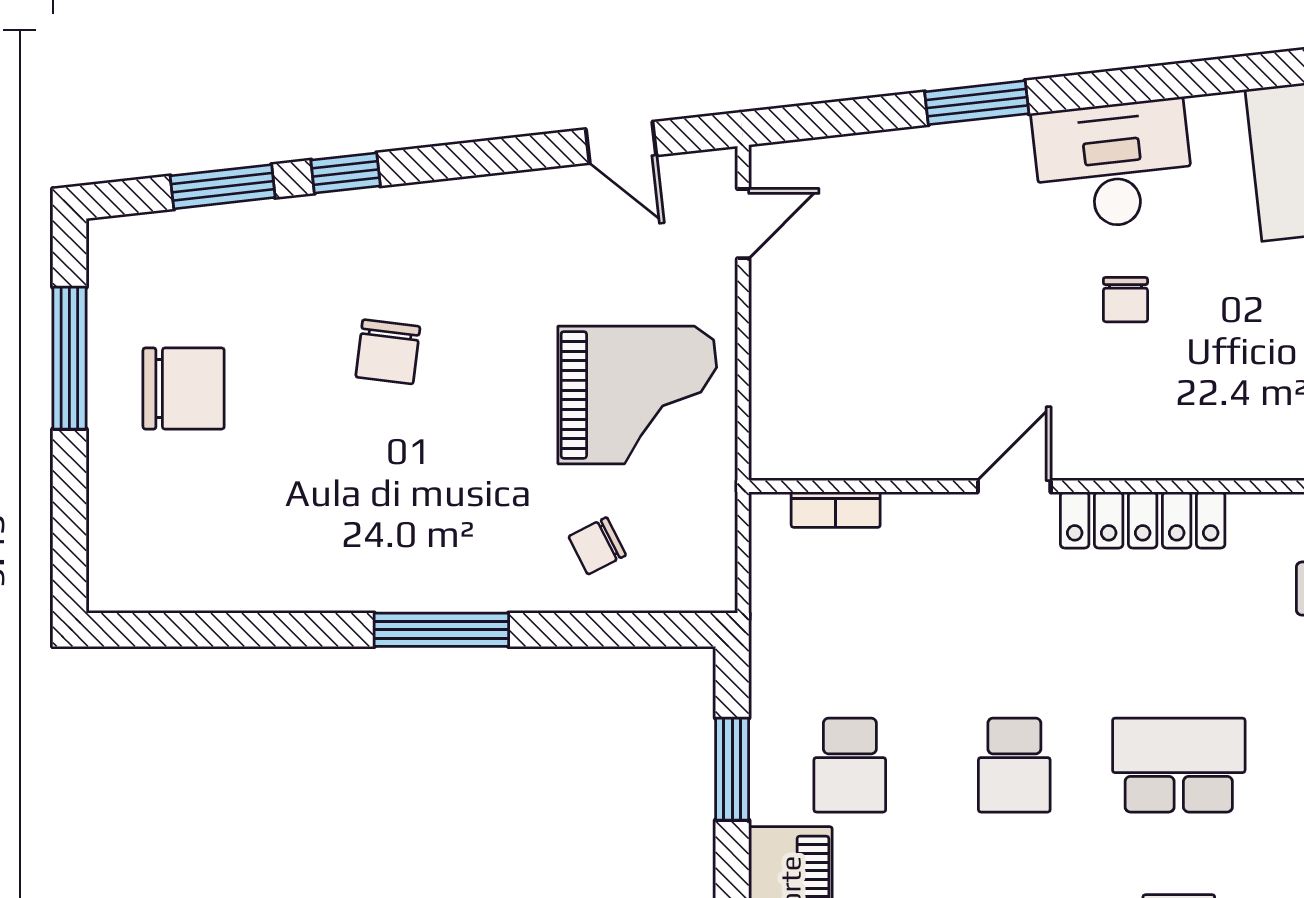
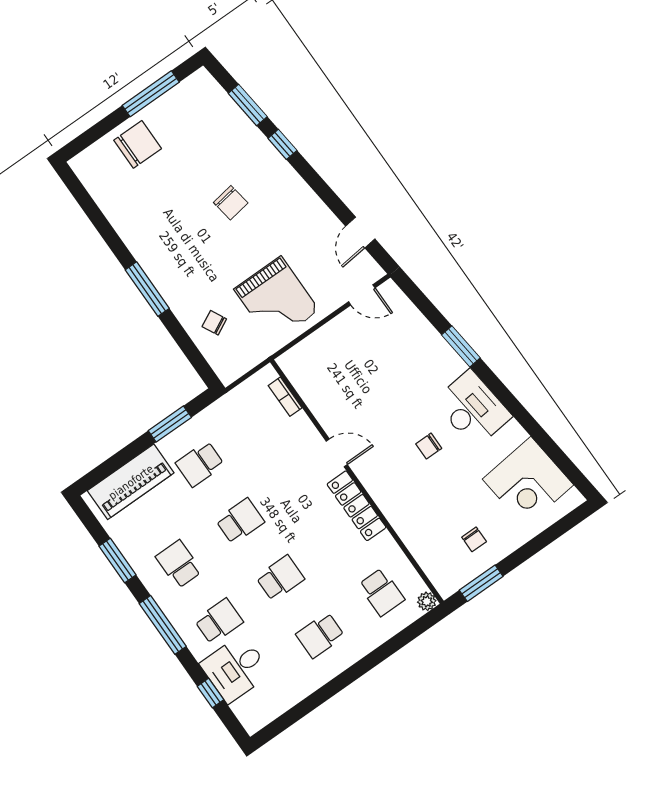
chair: (388, 352) -> (231, 203), turned -106
chair: (184, 388) -> (138, 144), moved, turned -90
school desk: (1014, 765) -> (240, 521), turned 180
school desk: (1179, 765) -> (280, 578), width x0.54

